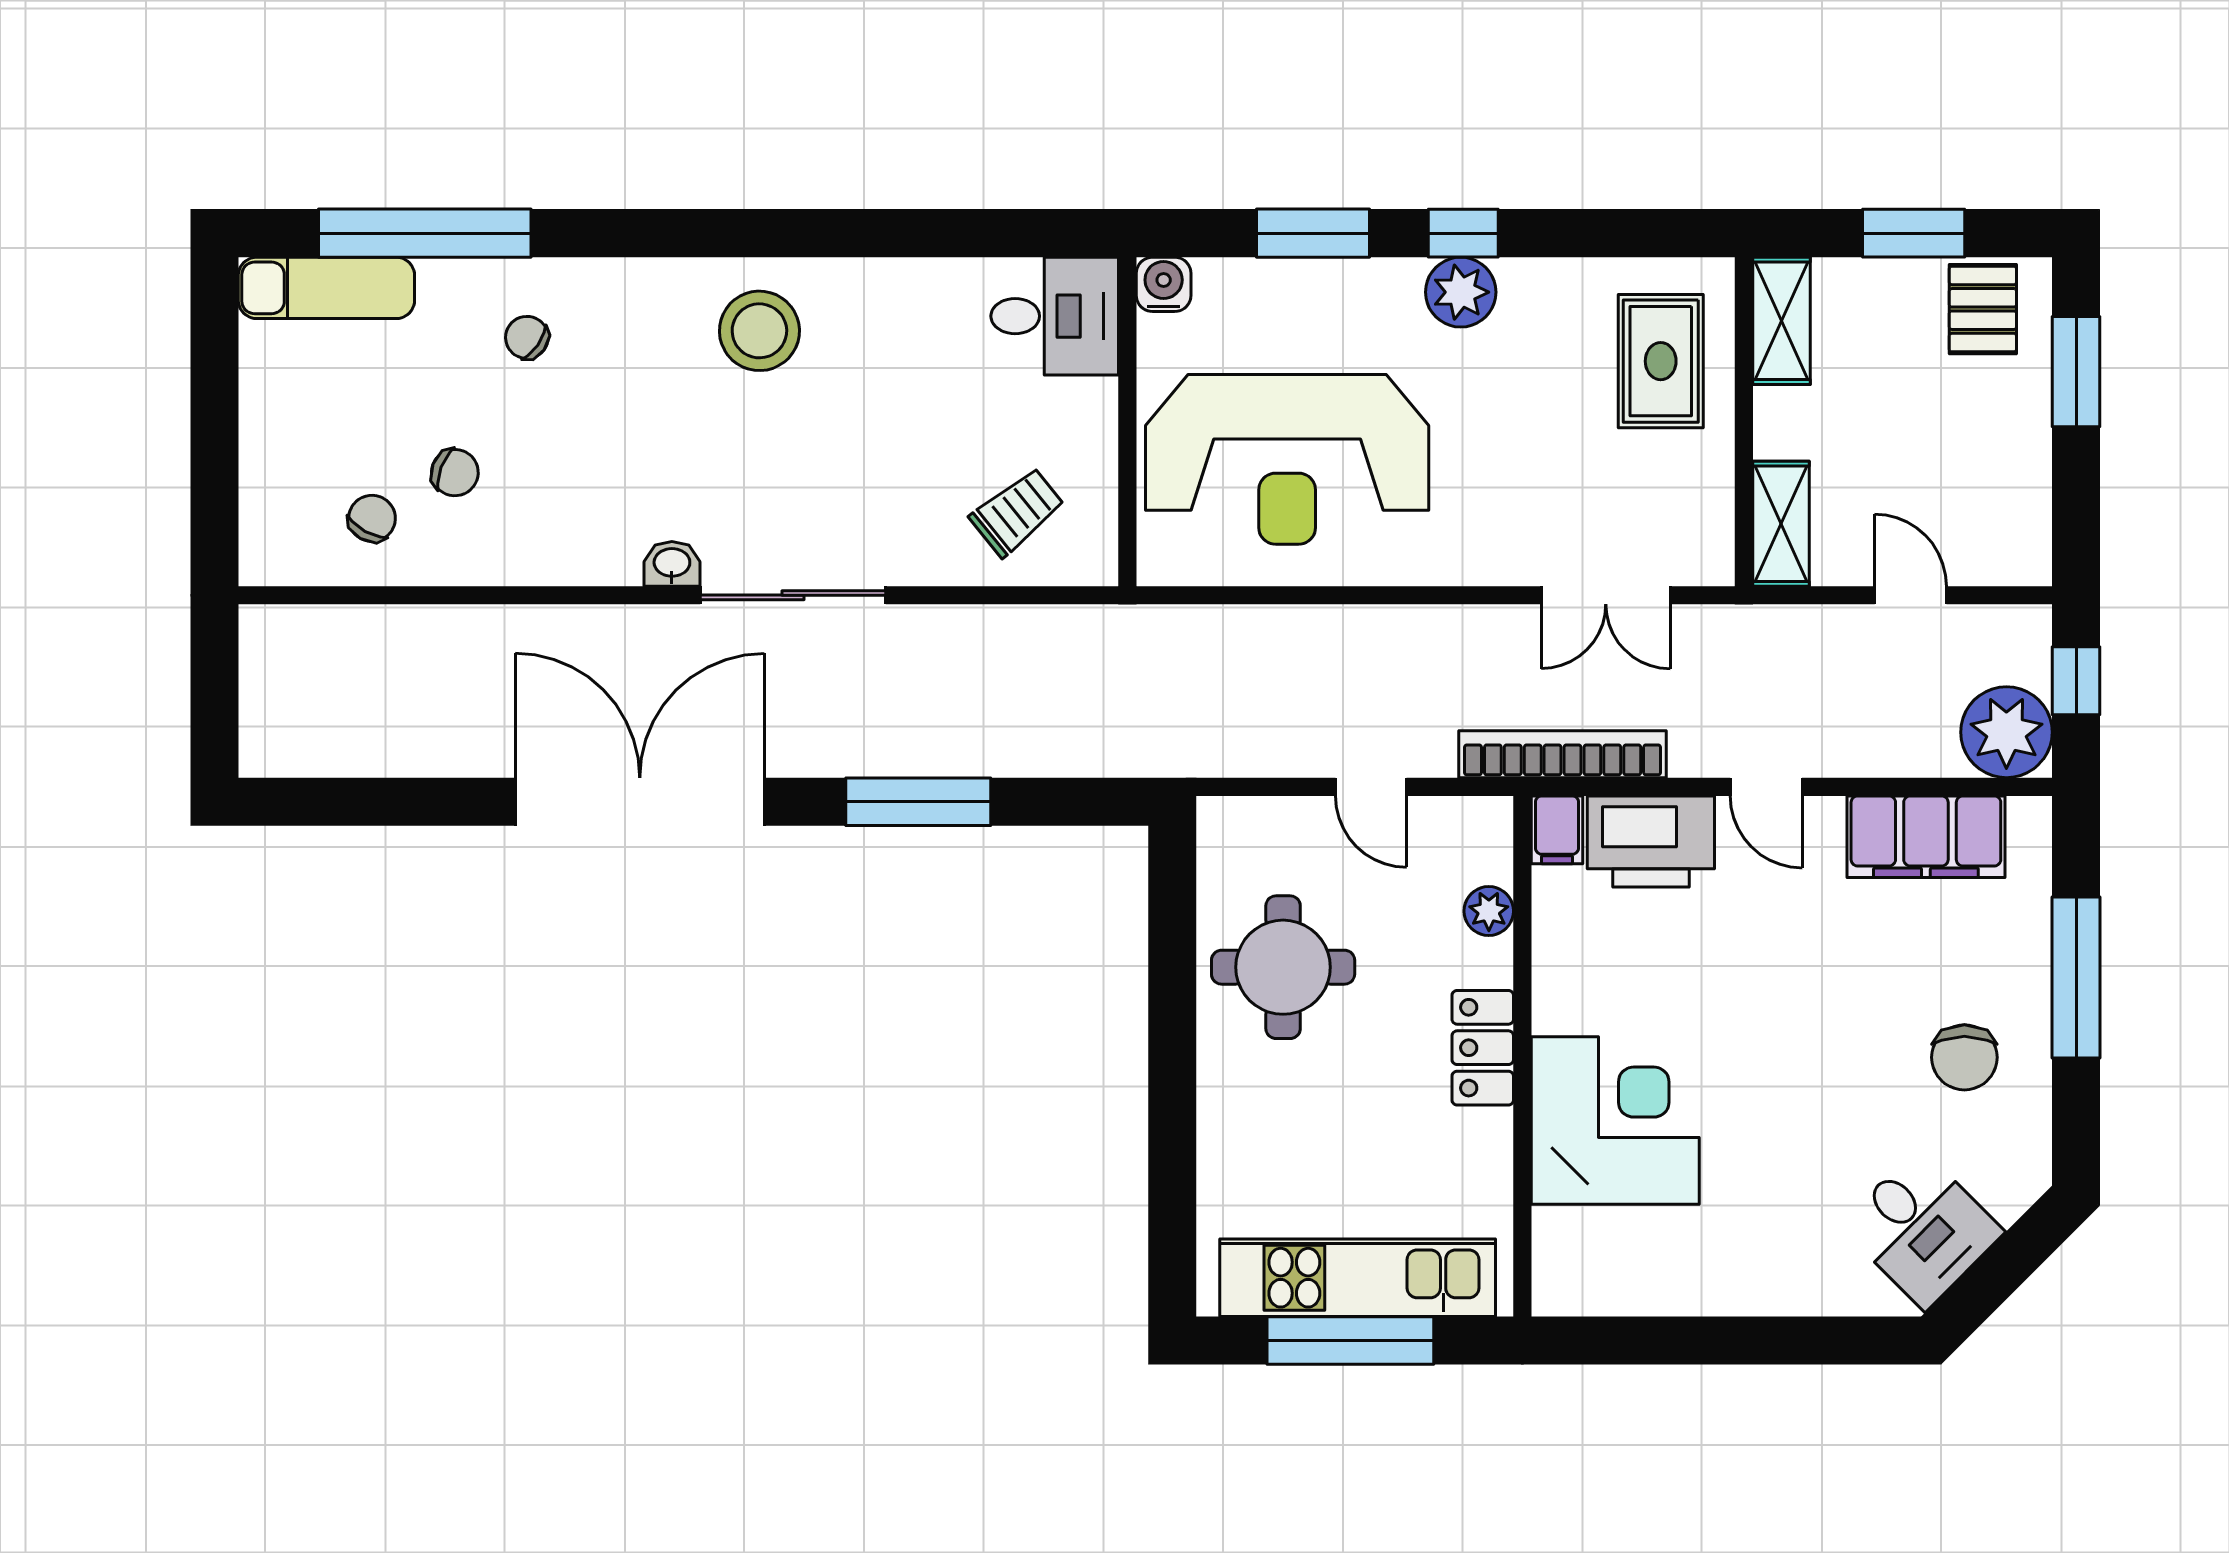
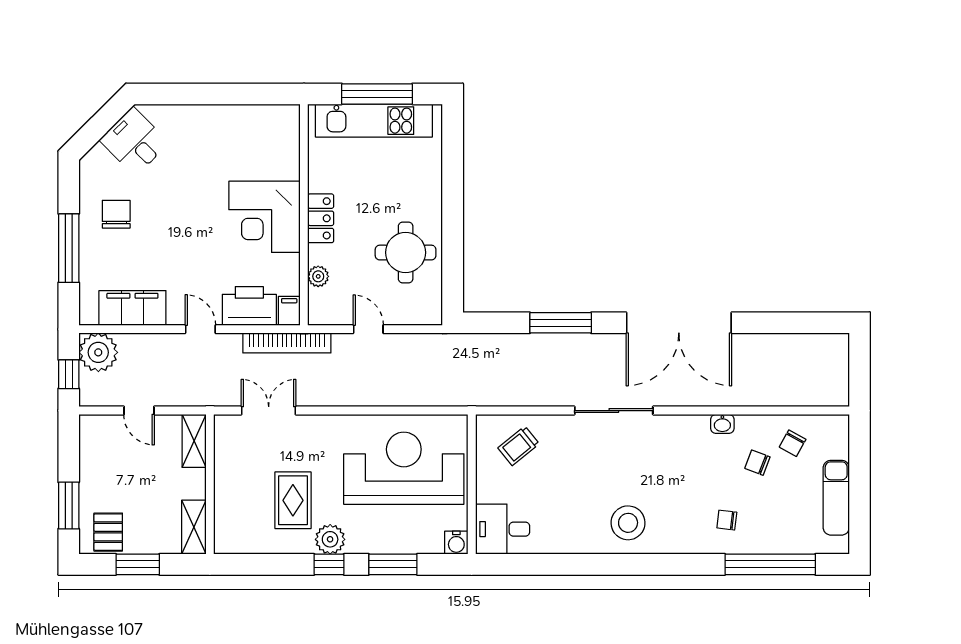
exam couch: (326, 288) -> (836, 498), moved, turned -90
chair: (527, 337) -> (727, 520), turned 152
rug: (1661, 361) -> (293, 500), moved
washbasin: (672, 564) -> (722, 424), moved
corner desk: (1615, 1121) -> (264, 217), moved

